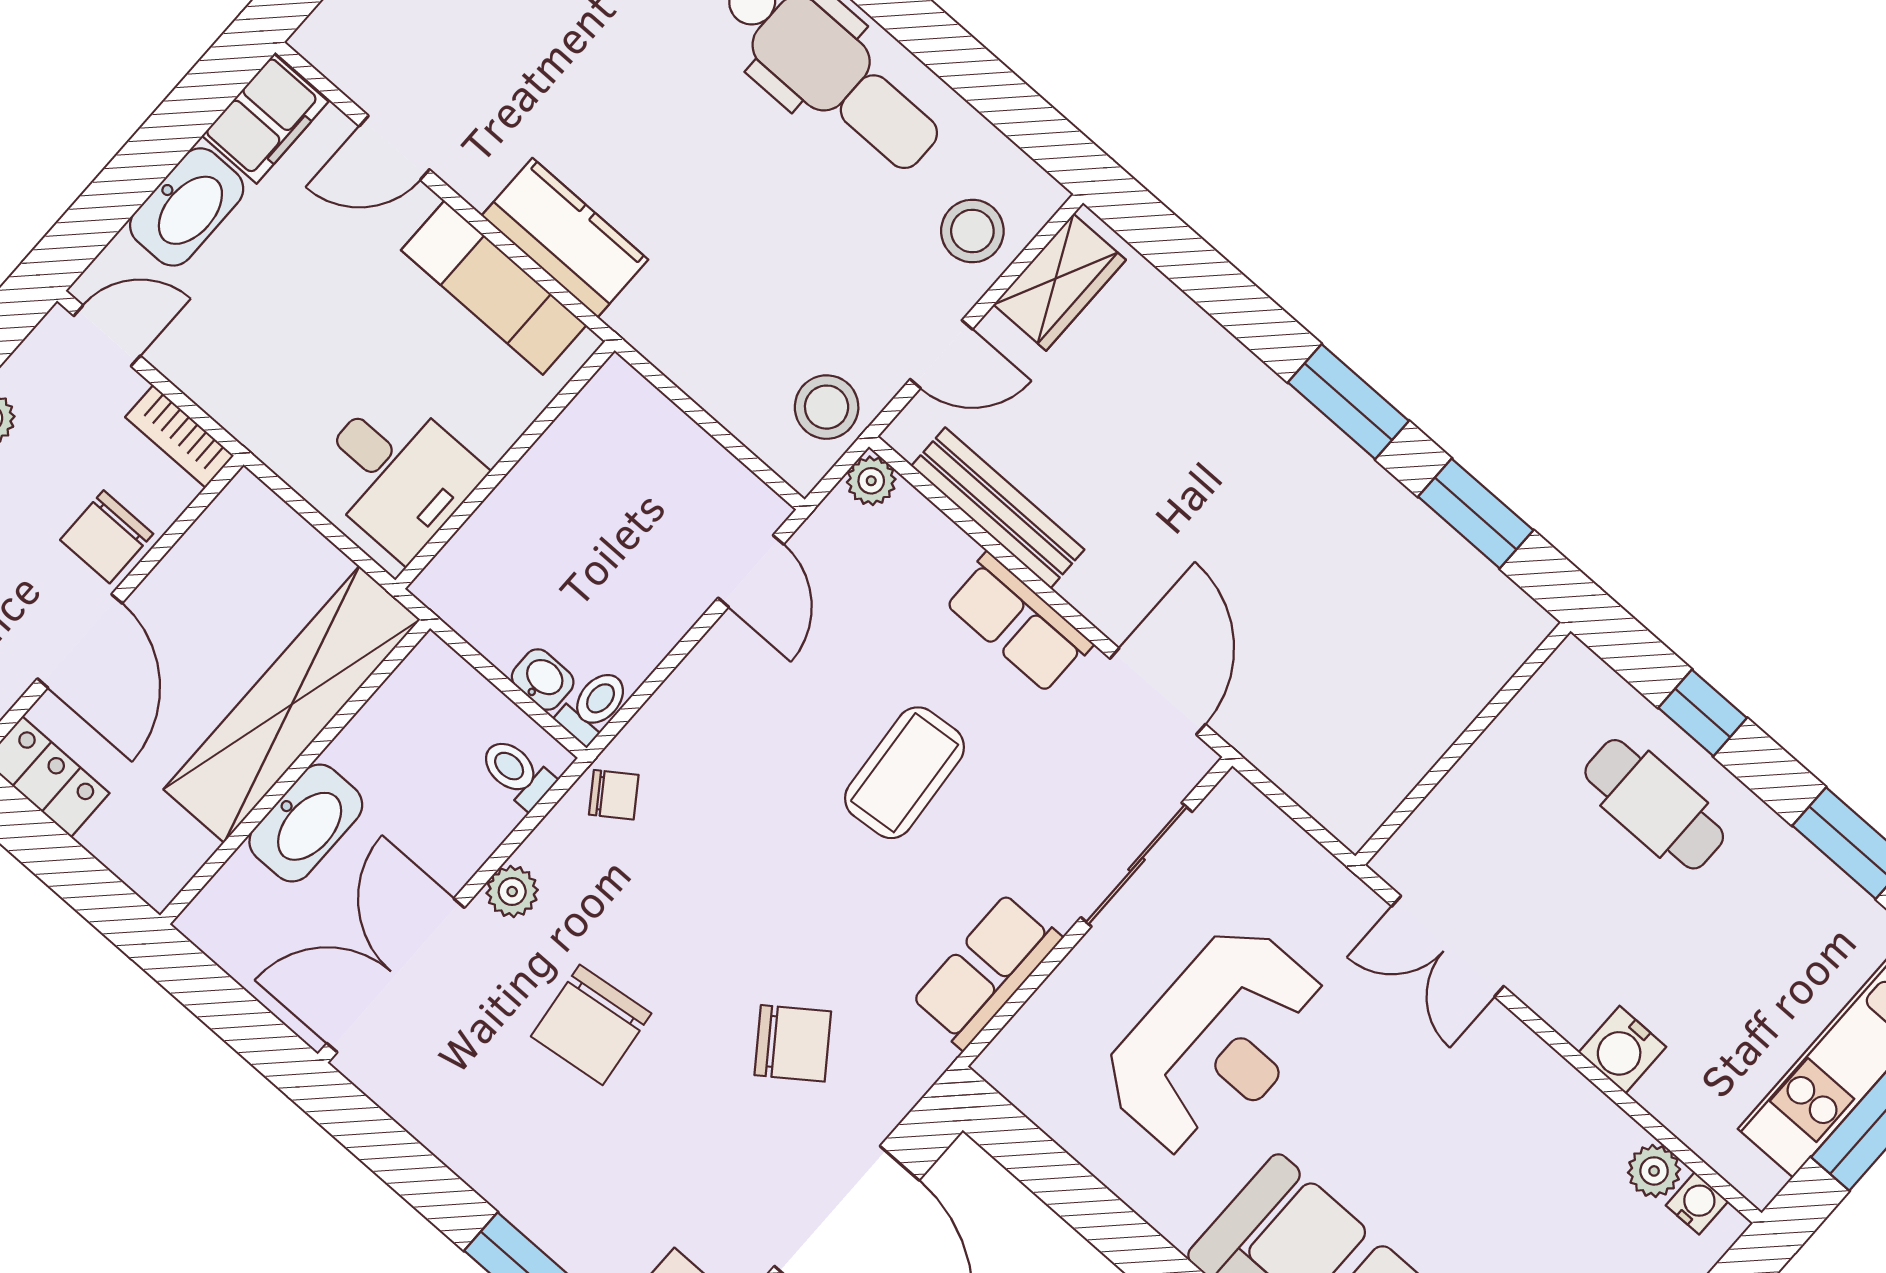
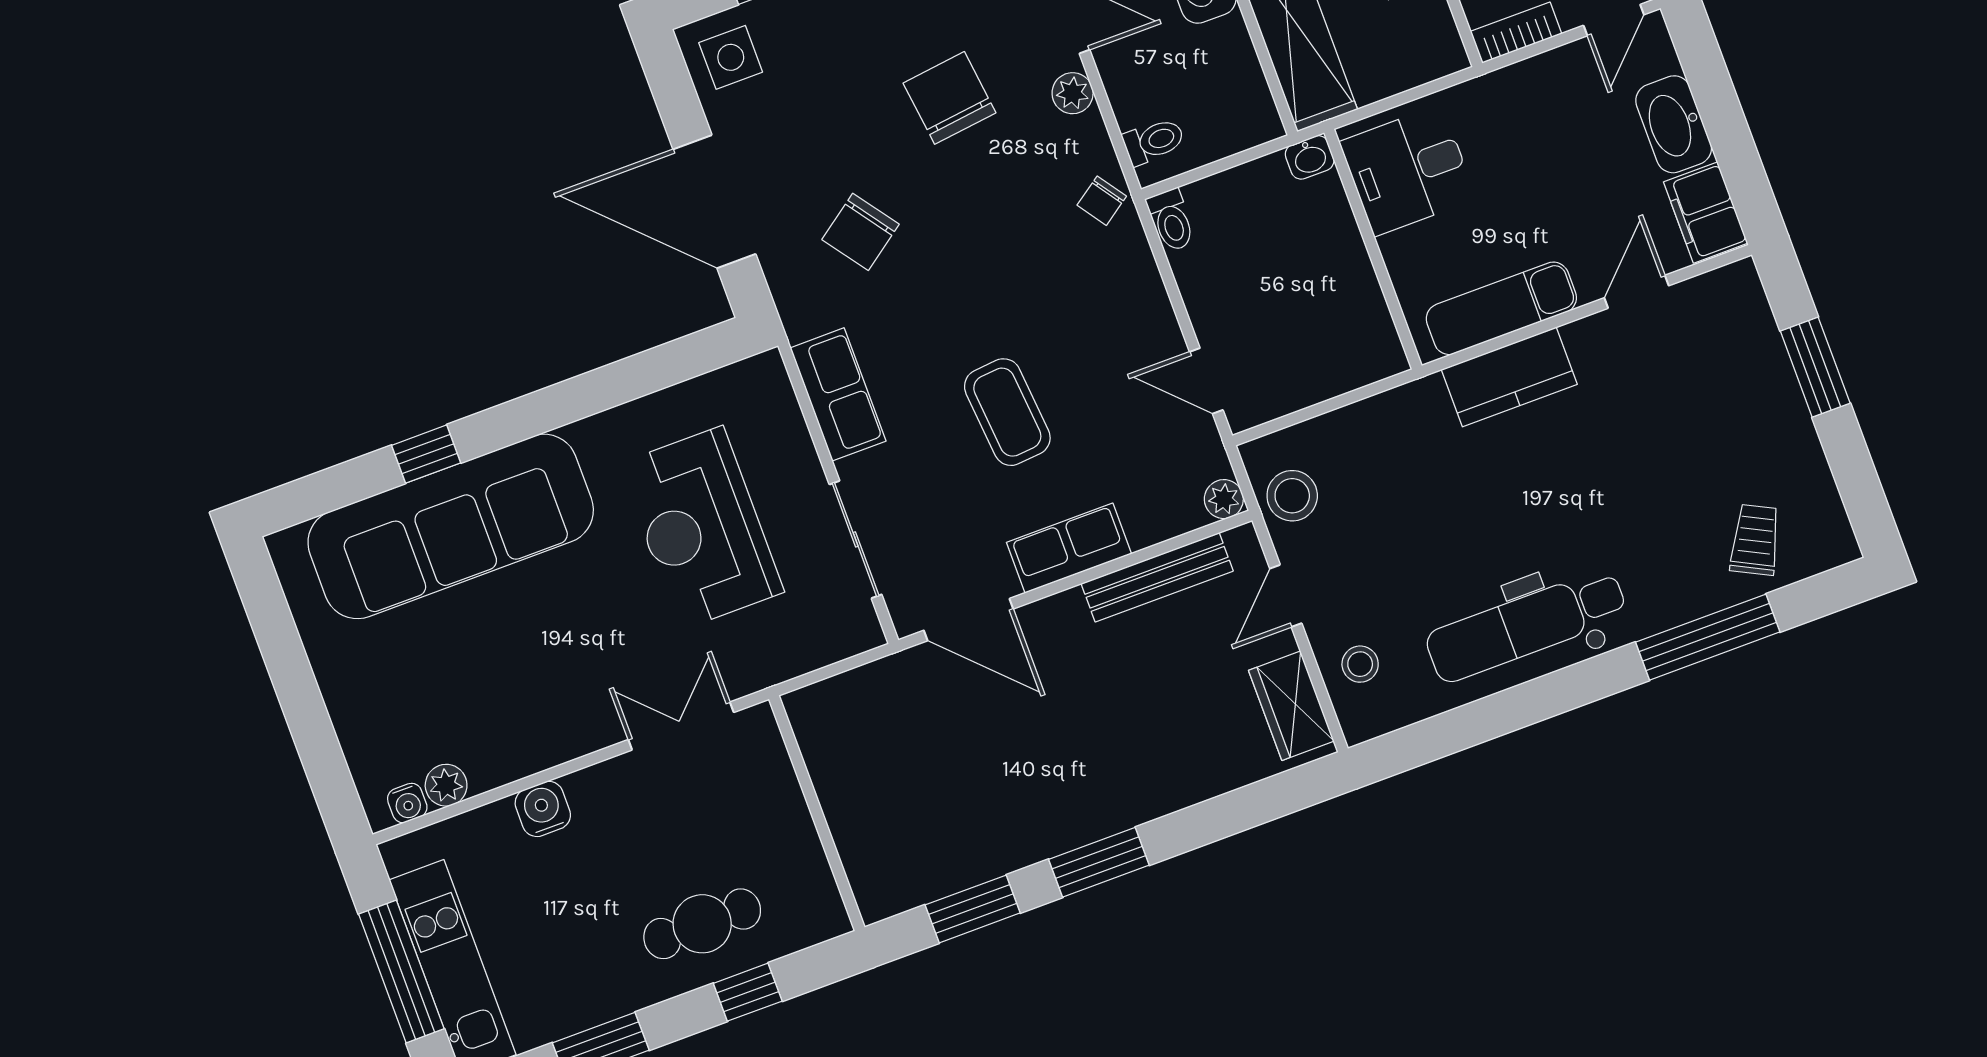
stool: (972, 231) -> (1360, 664), width x0.73, depth x0.73
washbasin: (543, 679) -> (1310, 157), moved

